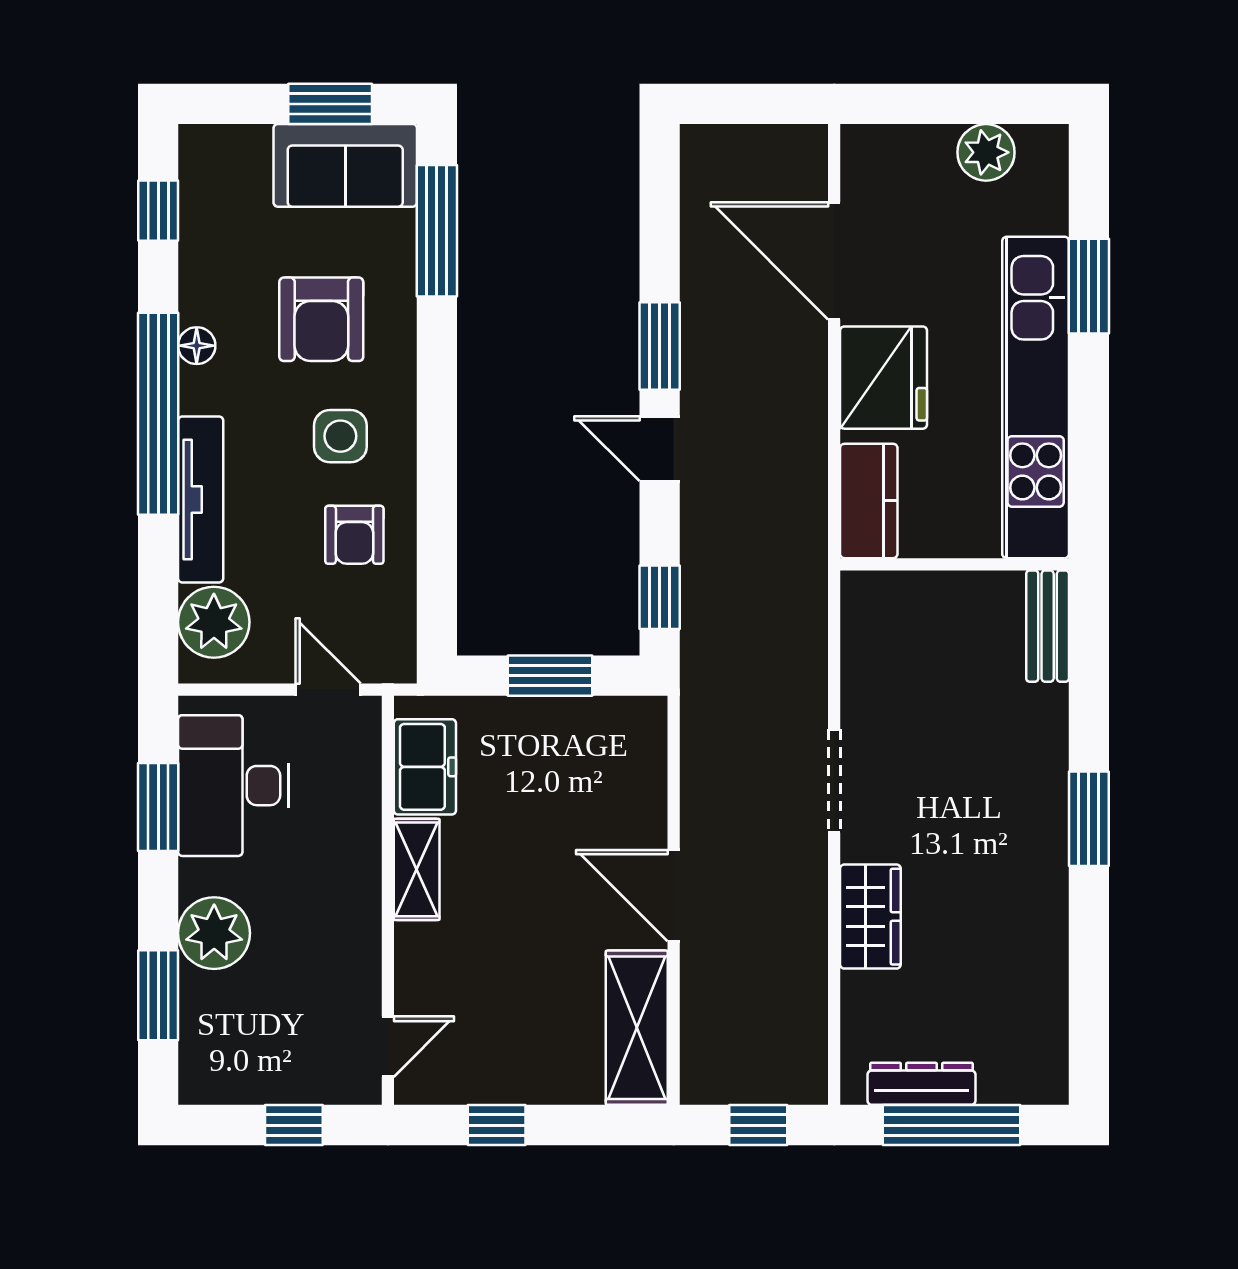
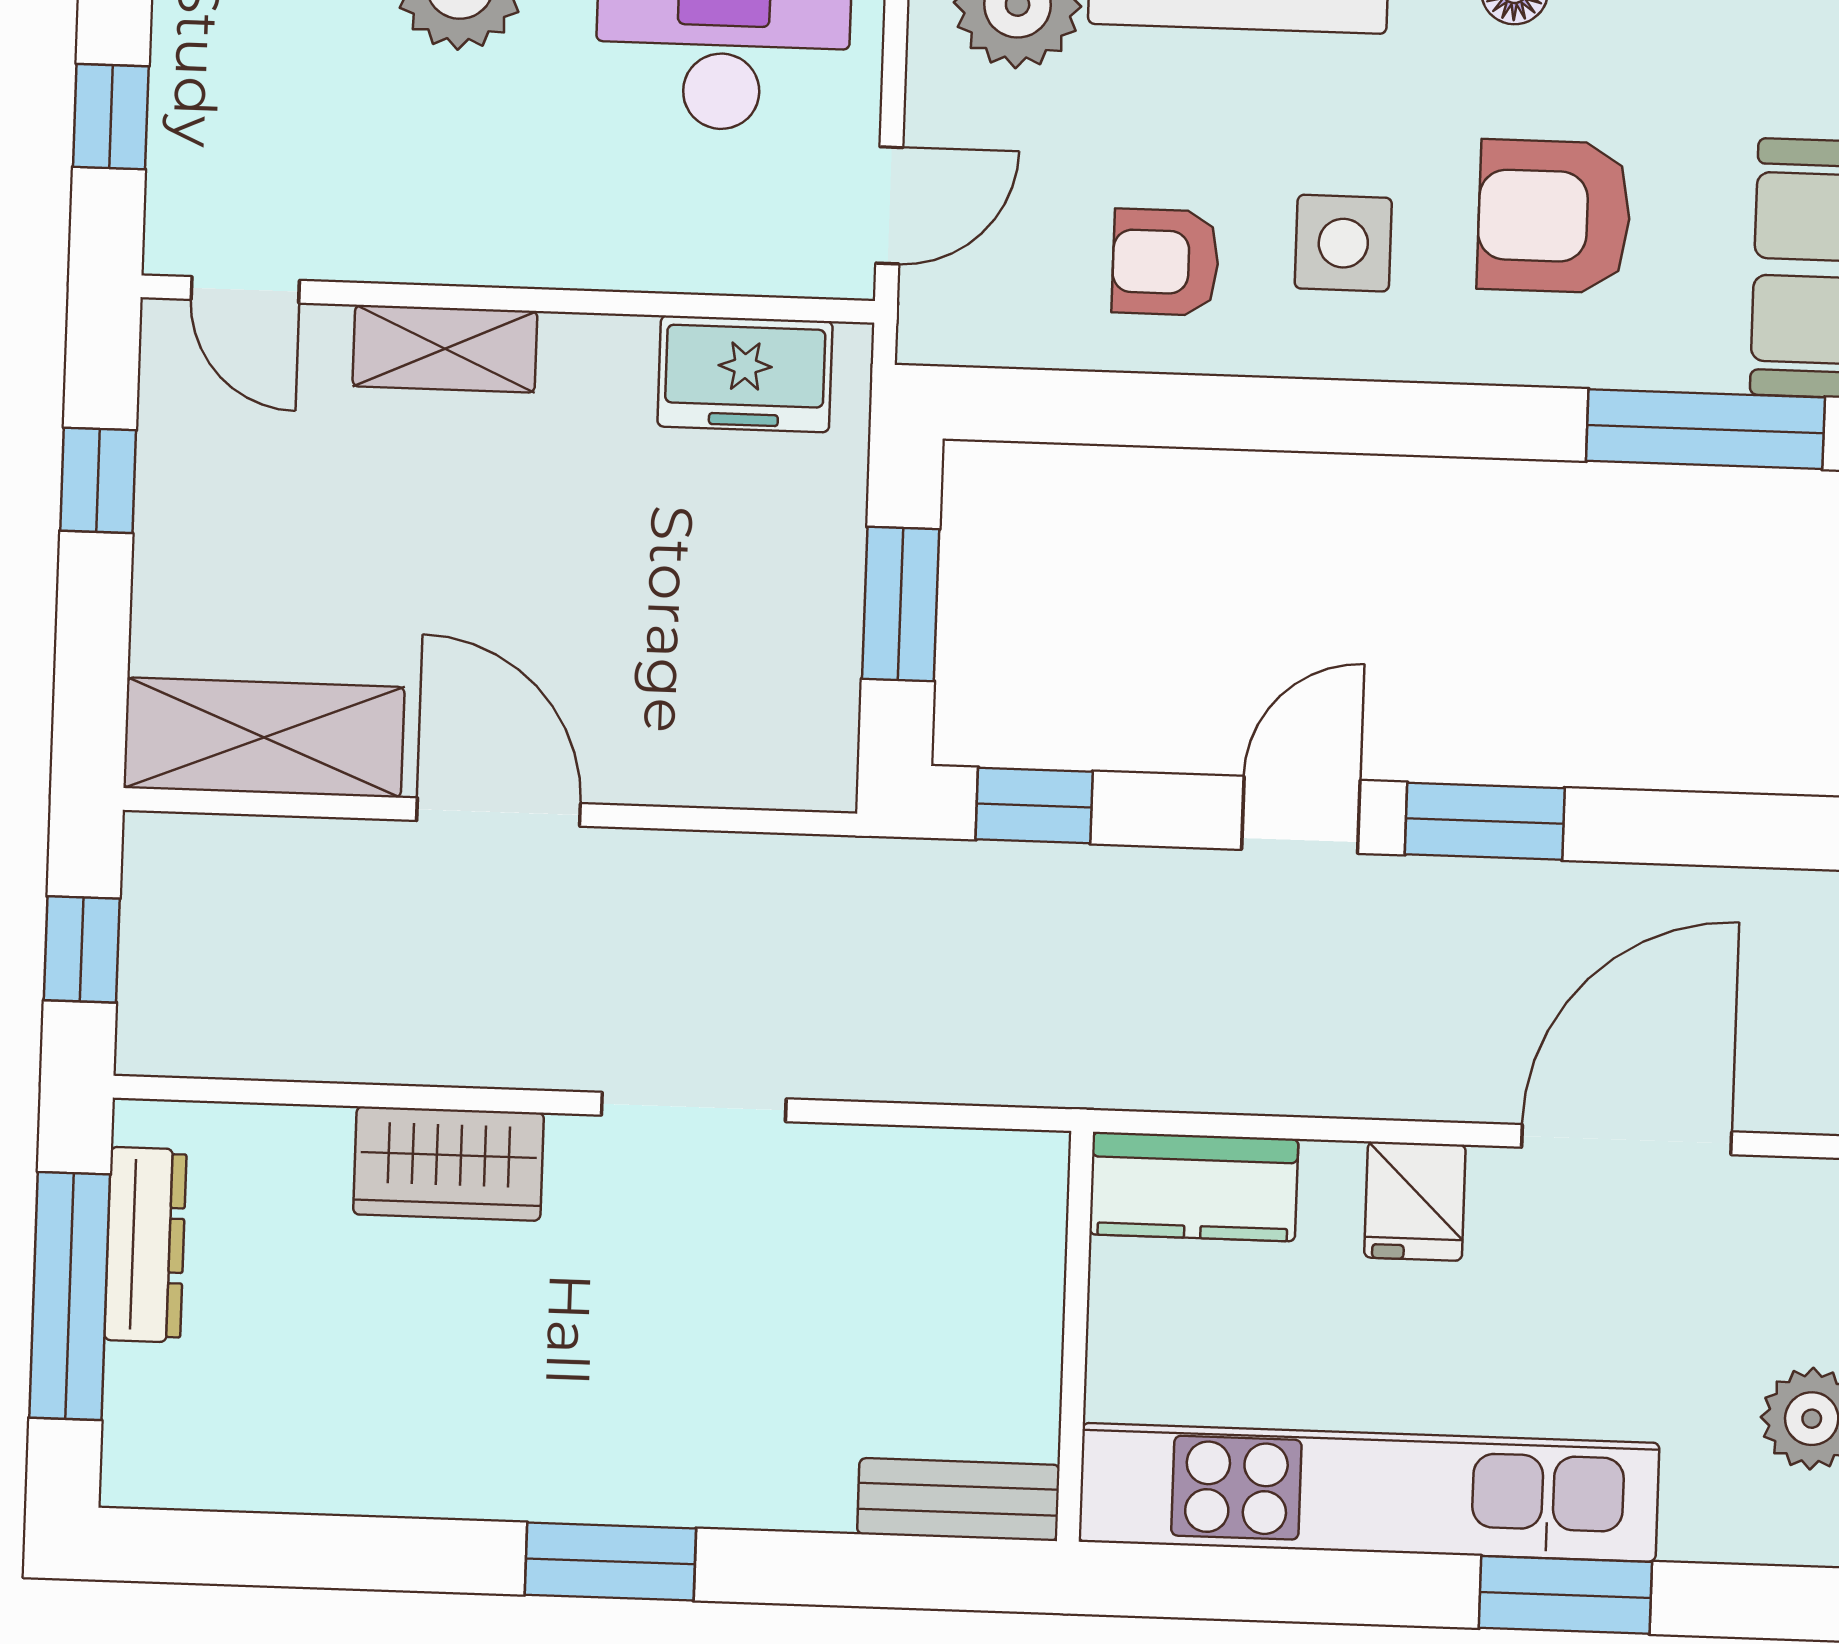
fridge: (884, 378) -> (1415, 1201), width x0.53, depth x0.75
shelving: (417, 869) -> (445, 349), moved
door: (674, 896) -> (499, 812), hinge flipped

